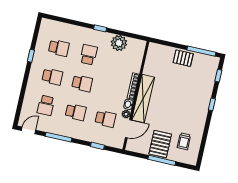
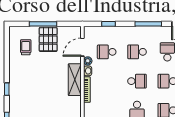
school desk: (82, 83) -> (137, 81), turned 180
shelving: (143, 99) -> (75, 80), width x0.68

